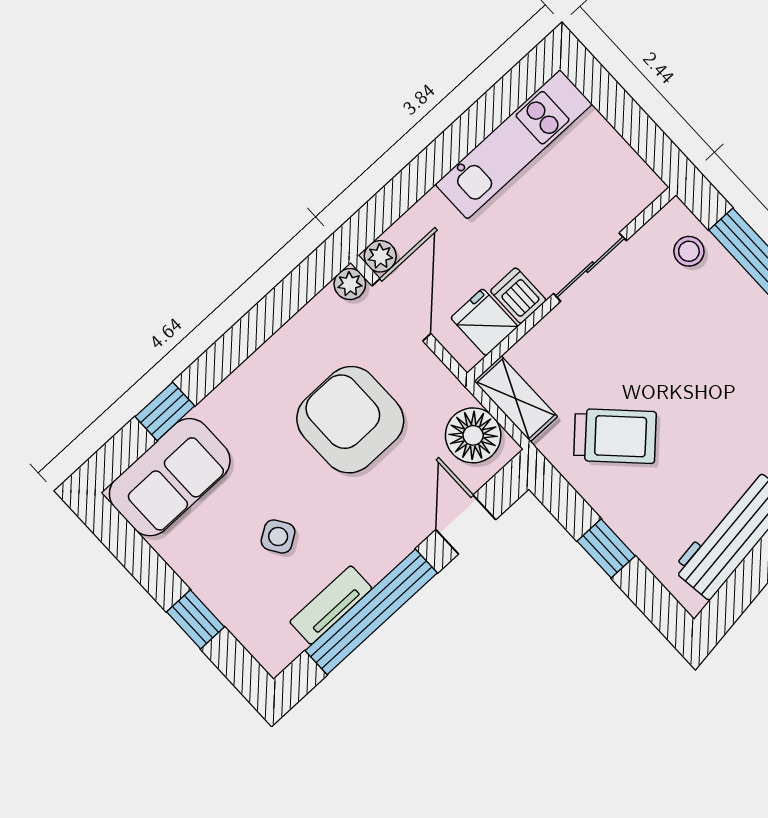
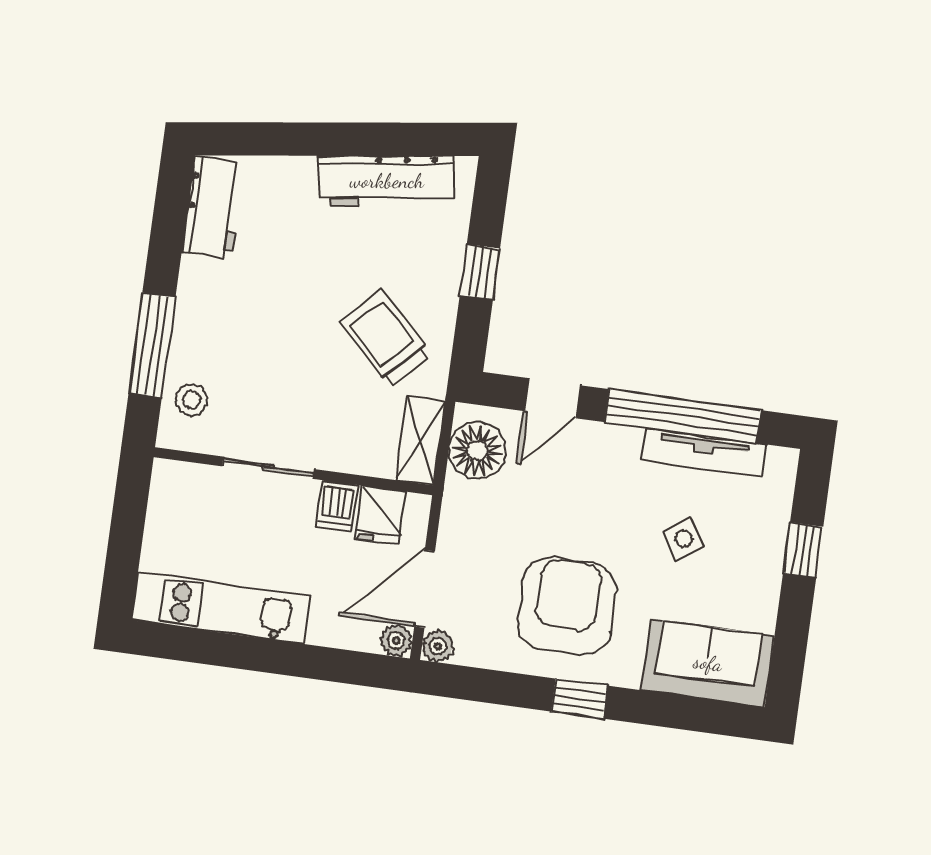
window: (165, 411) -> (580, 699), moved
armchair: (350, 420) -> (567, 606), moved, turned 180
tv unit: (331, 605) -> (704, 452), width x1.41

